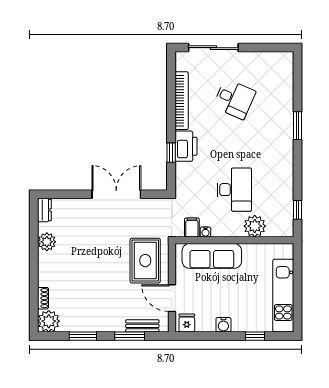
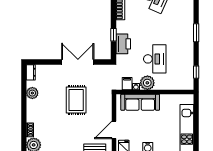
window: (297, 126) -> (196, 33), moved
printer: (186, 146) -> (123, 44), moved
plant: (255, 226) -> (147, 83), moved
rug: (145, 261) -> (76, 100), moved
door: (172, 298) -> (114, 130), hinge flipped

